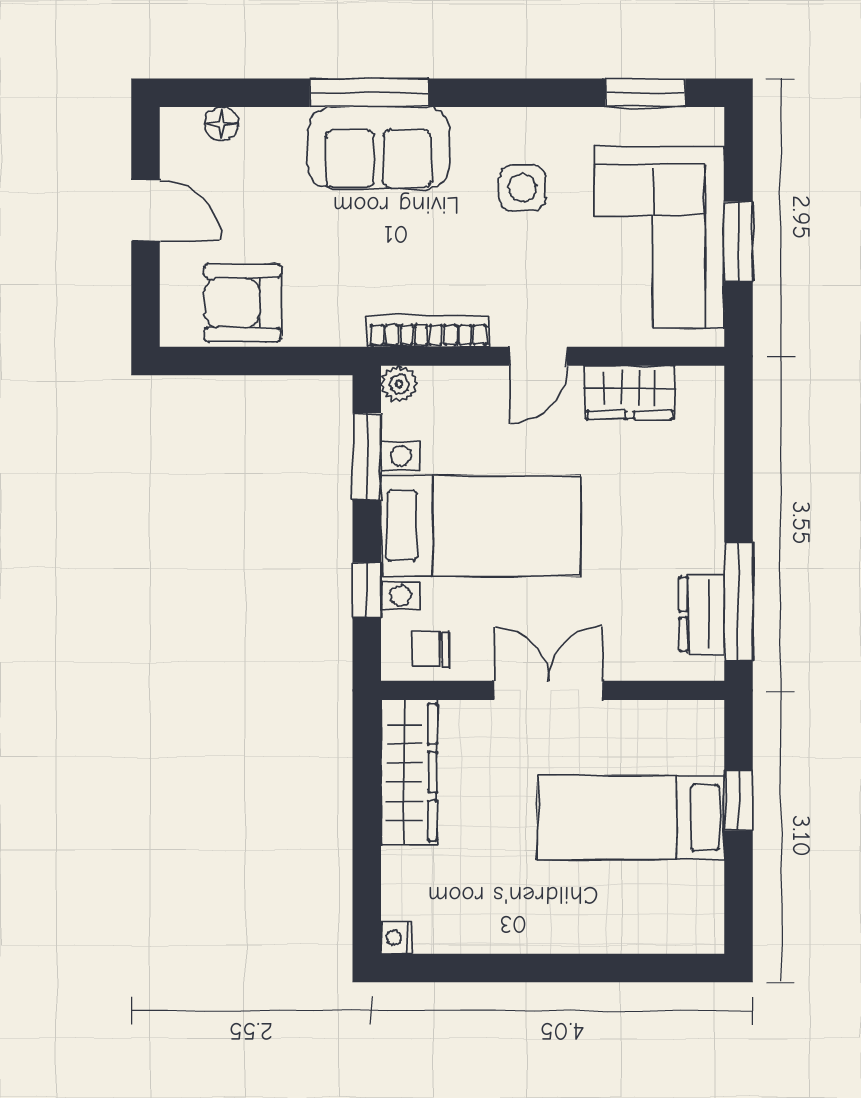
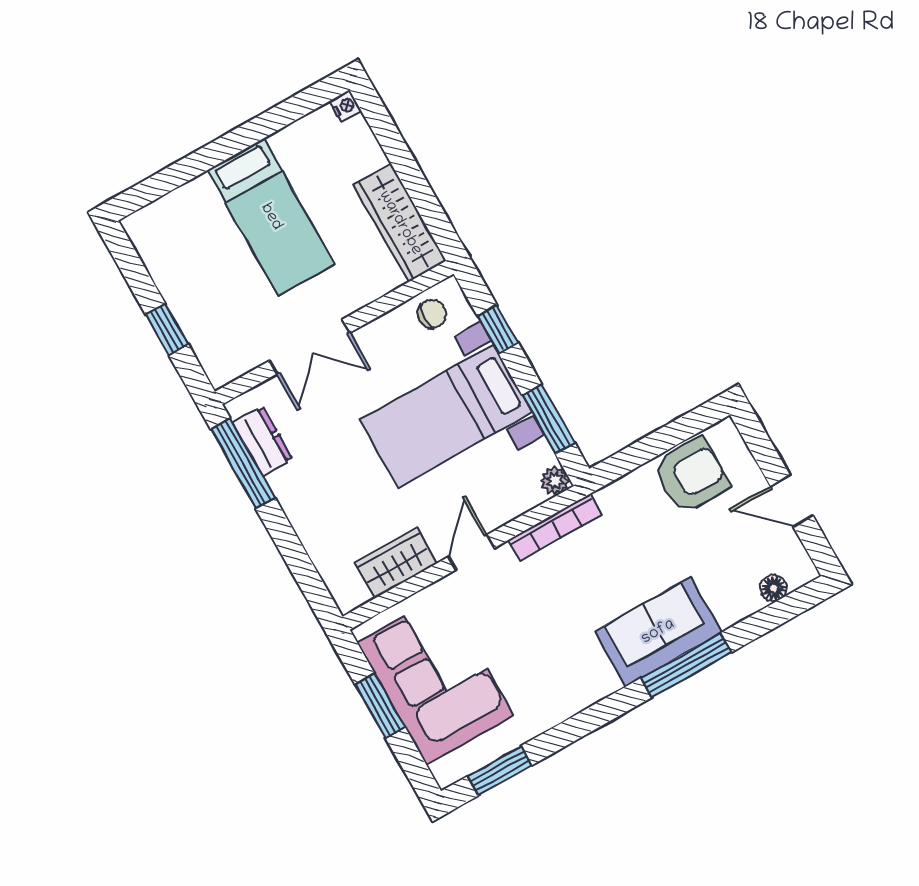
side table: (522, 188) -> (546, 660), removed
double door: (549, 690) -> (310, 347), moved
bed: (631, 818) -> (271, 217), moved, turned 90

